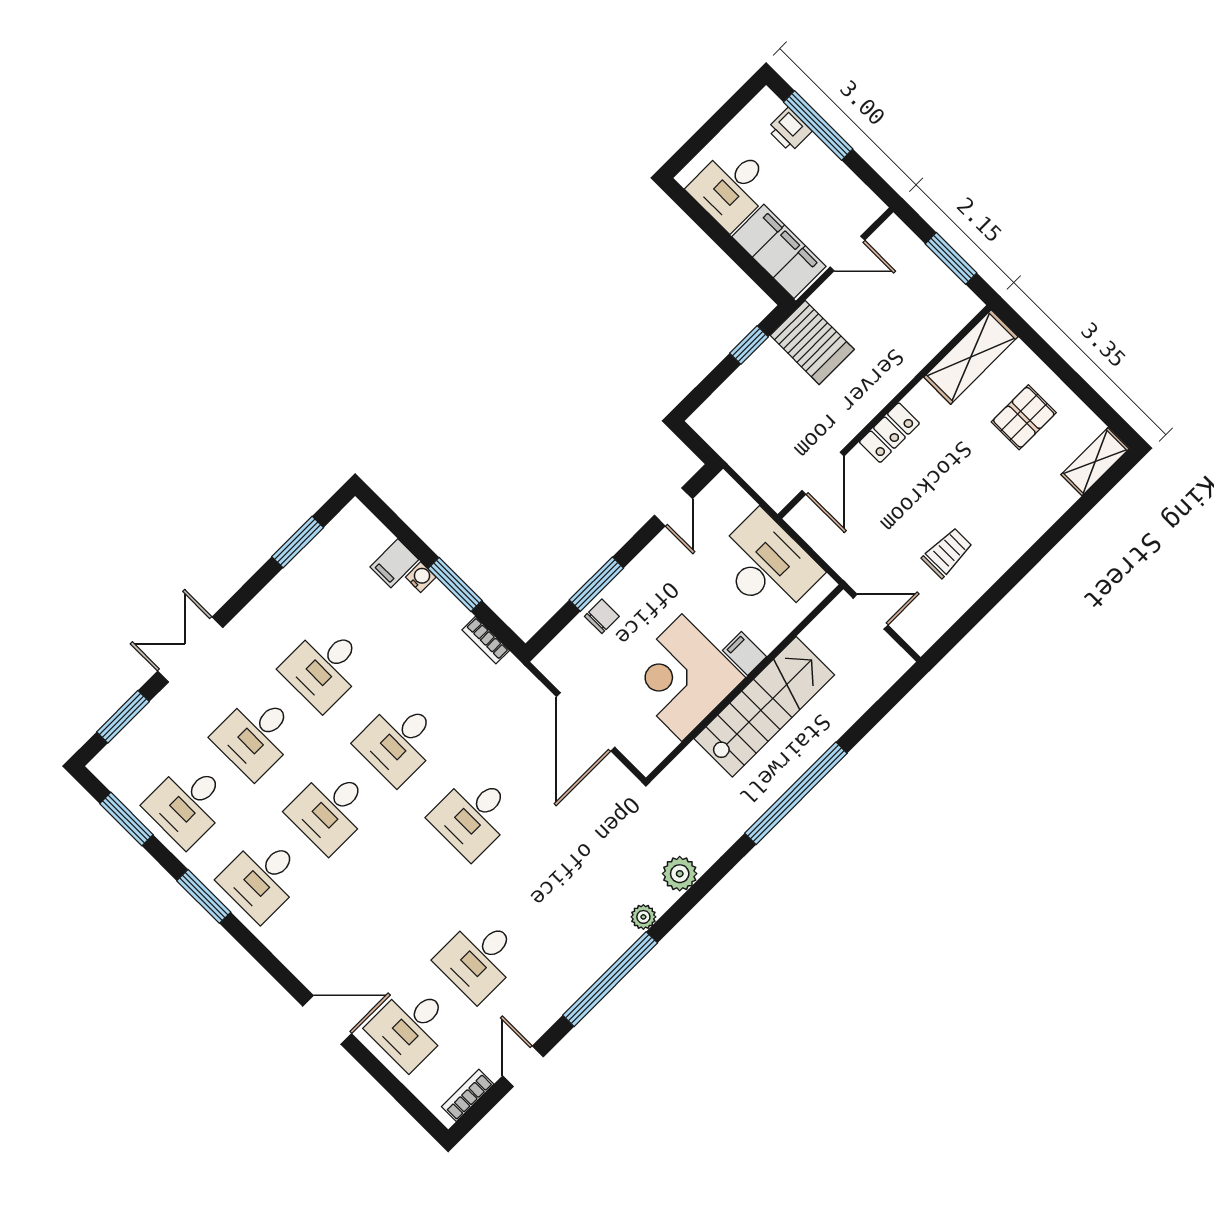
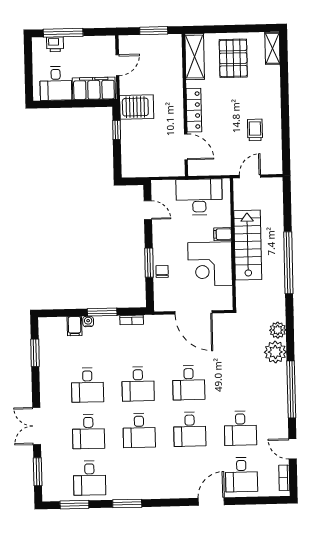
pallet: (1024, 417) -> (233, 58), width x1.50, depth x1.42
locker: (889, 433) -> (194, 110), width x1.53
desk: (262, 878) -> (190, 429), moved
plant: (643, 917) -> (275, 352), width x1.87, depth x1.87

